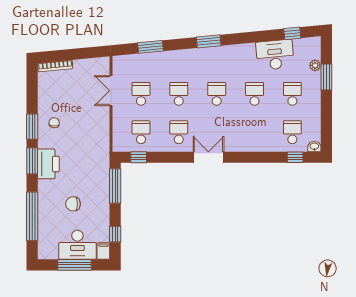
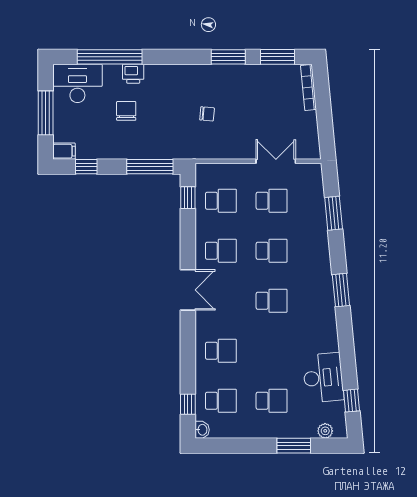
plant: (315, 65) -> (325, 431), moved
school desk: (255, 94) -> (221, 351), moved
chair: (54, 123) -> (207, 114), moved
window: (32, 161) -> (278, 57), moved
printer: (48, 164) -> (133, 74), moved, width x0.53, depth x0.68
desk: (77, 245) -> (77, 83), moved, turned 90

